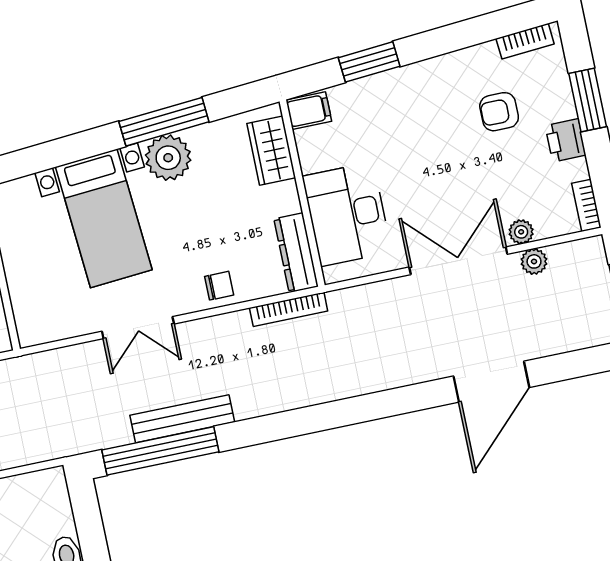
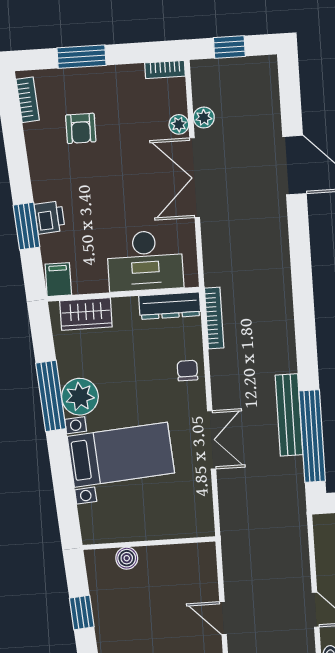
printer: (566, 140) -> (50, 217), moved, turned -94

